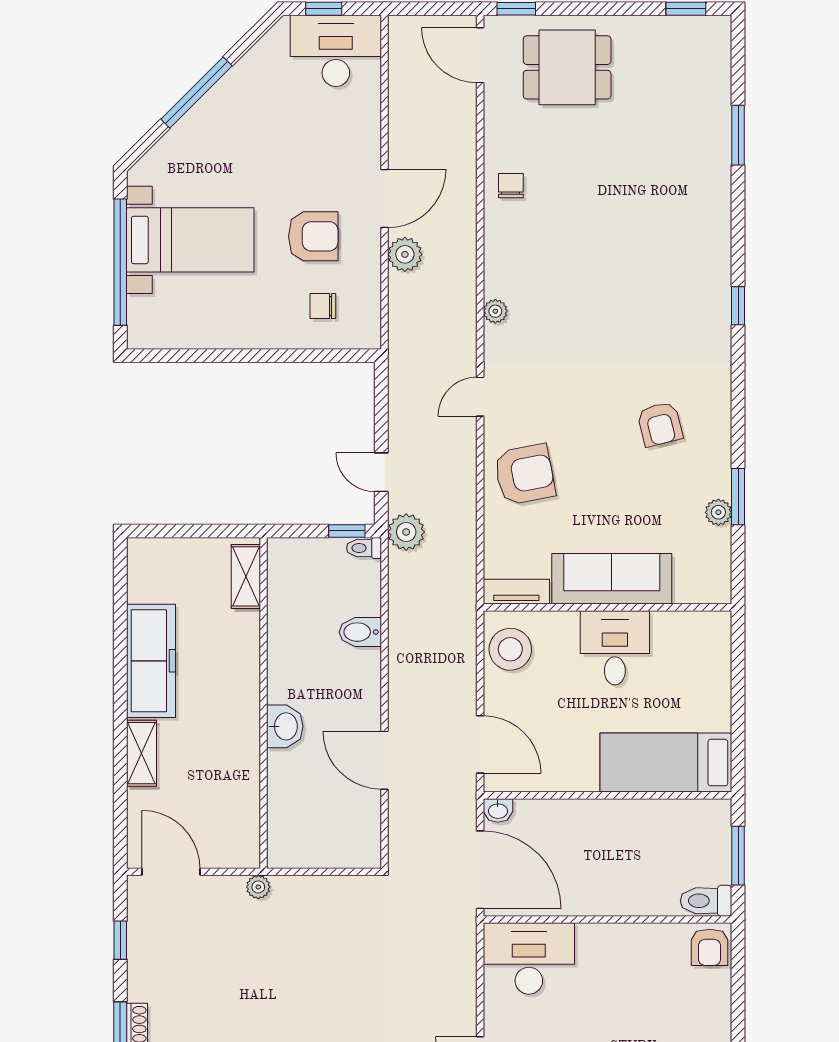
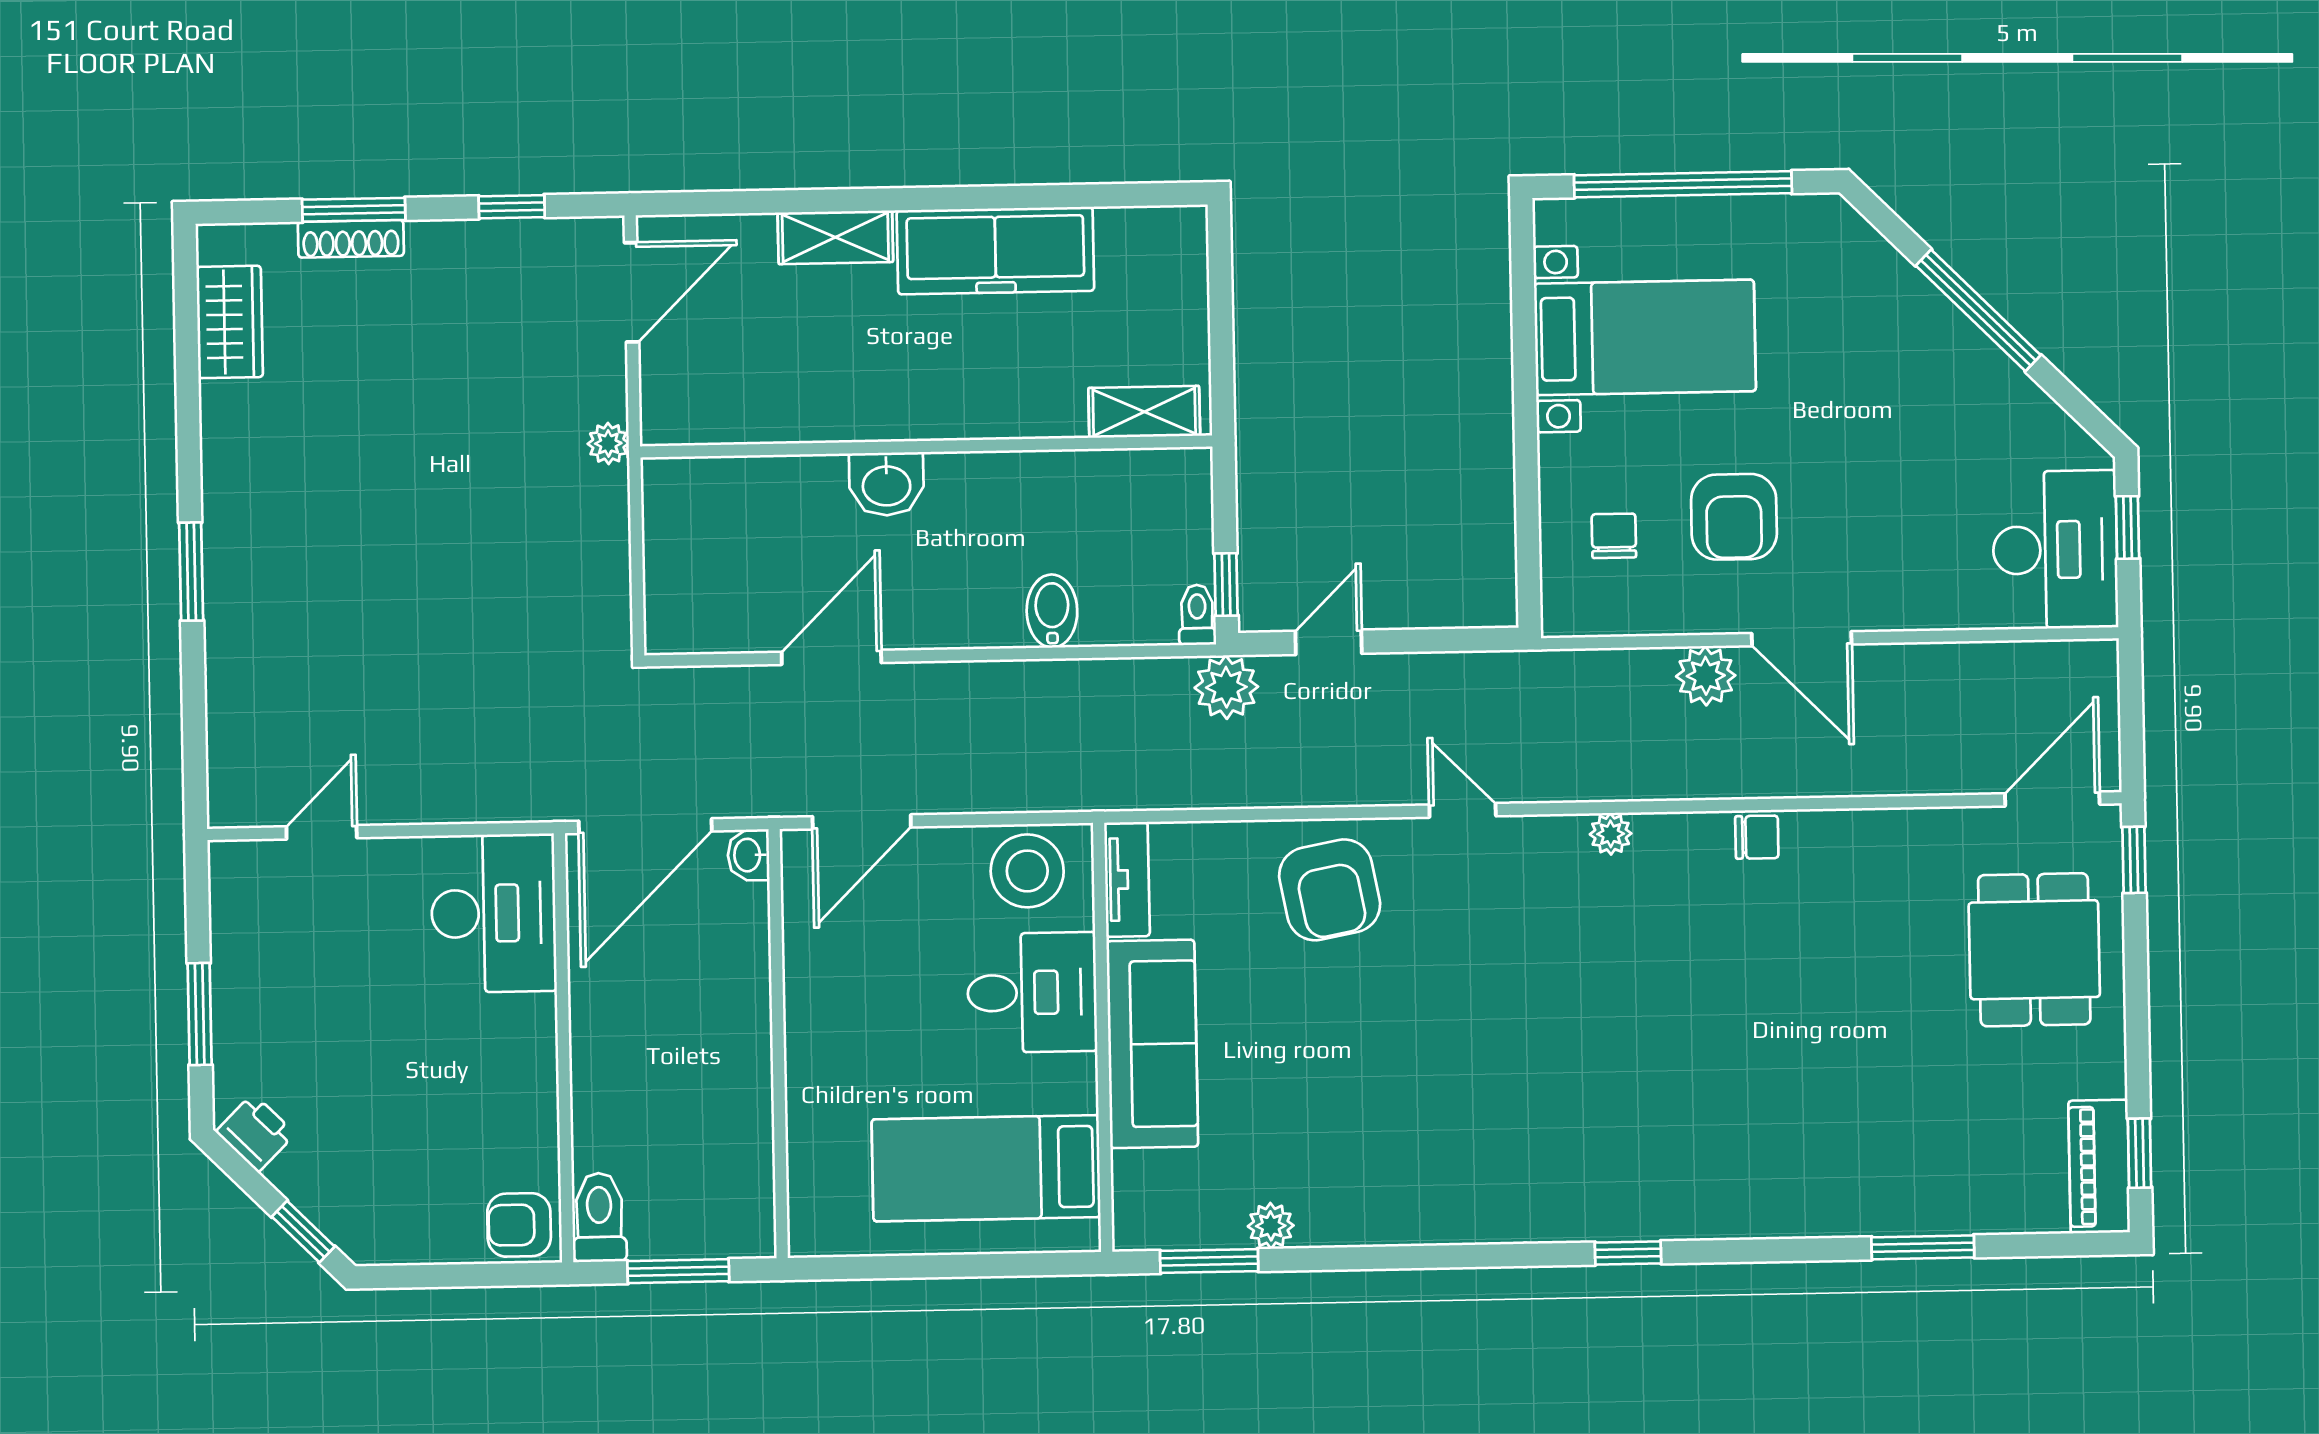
piano: (693, 32) -> (2099, 1167), added
chair: (511, 186) -> (1757, 837), moved
bed with nightstands: (190, 240) -> (1645, 337), moved, turned -90
armchair: (660, 424) -> (1421, 1122), removed
window: (738, 497) -> (1209, 1261), moved
desk: (615, 648) -> (1032, 993), moved
bed: (666, 763) -> (986, 1168), moved, turned -90

